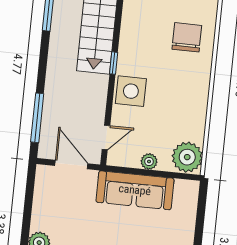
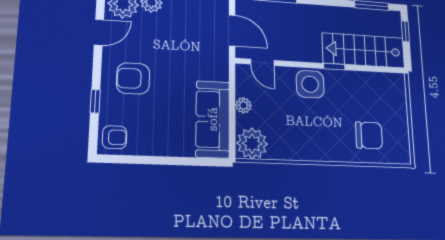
door: (71, 165) -> (232, 30), hinge flipped
sofa: (135, 190) -> (213, 119), moved

